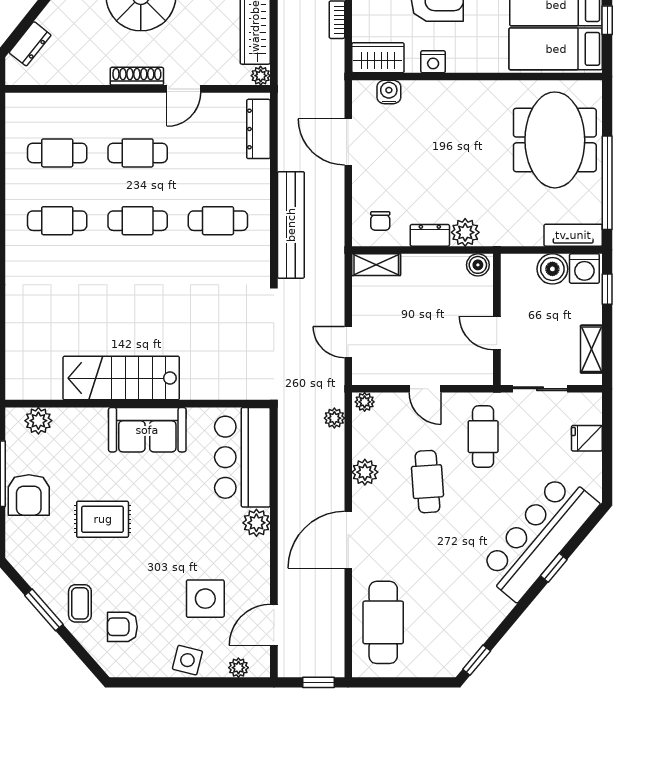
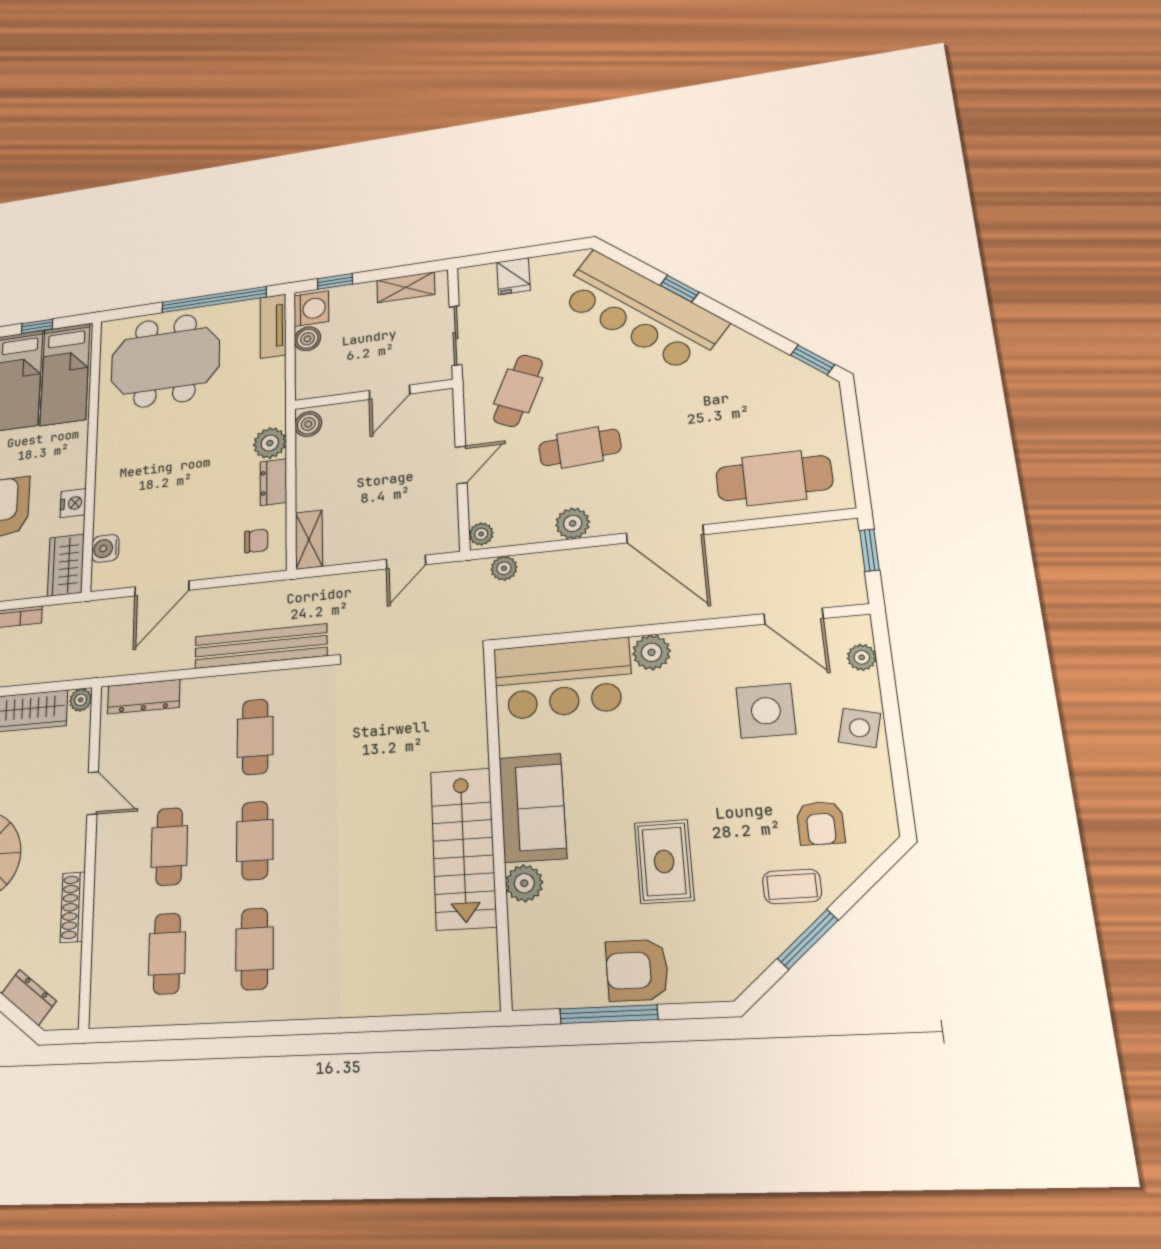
shoe rack: (137, 76) -> (73, 907), moved
boiler: (552, 269) -> (307, 339), width x0.73, depth x0.73
plant: (38, 421) -> (524, 883), moved
cafe table: (483, 437) -> (518, 391), turned -66
armchair: (29, 495) -> (637, 970), turned 180

